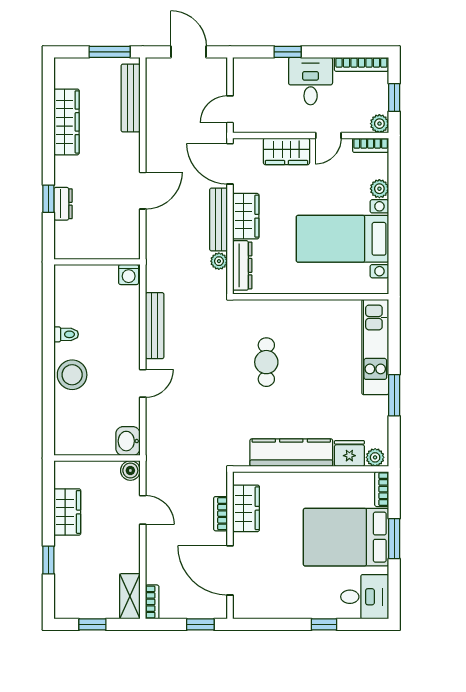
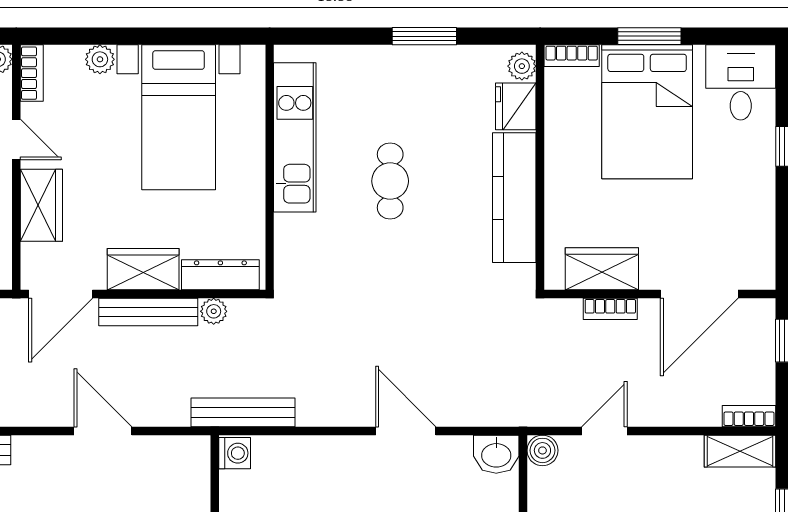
bench: (155, 326) -> (243, 412), moved
kitchen unit: (375, 347) -> (295, 137), moved, turned -90
cafe table: (266, 362) -> (390, 181), moved, turned 90
door: (143, 383) -> (406, 431), width x1.38

